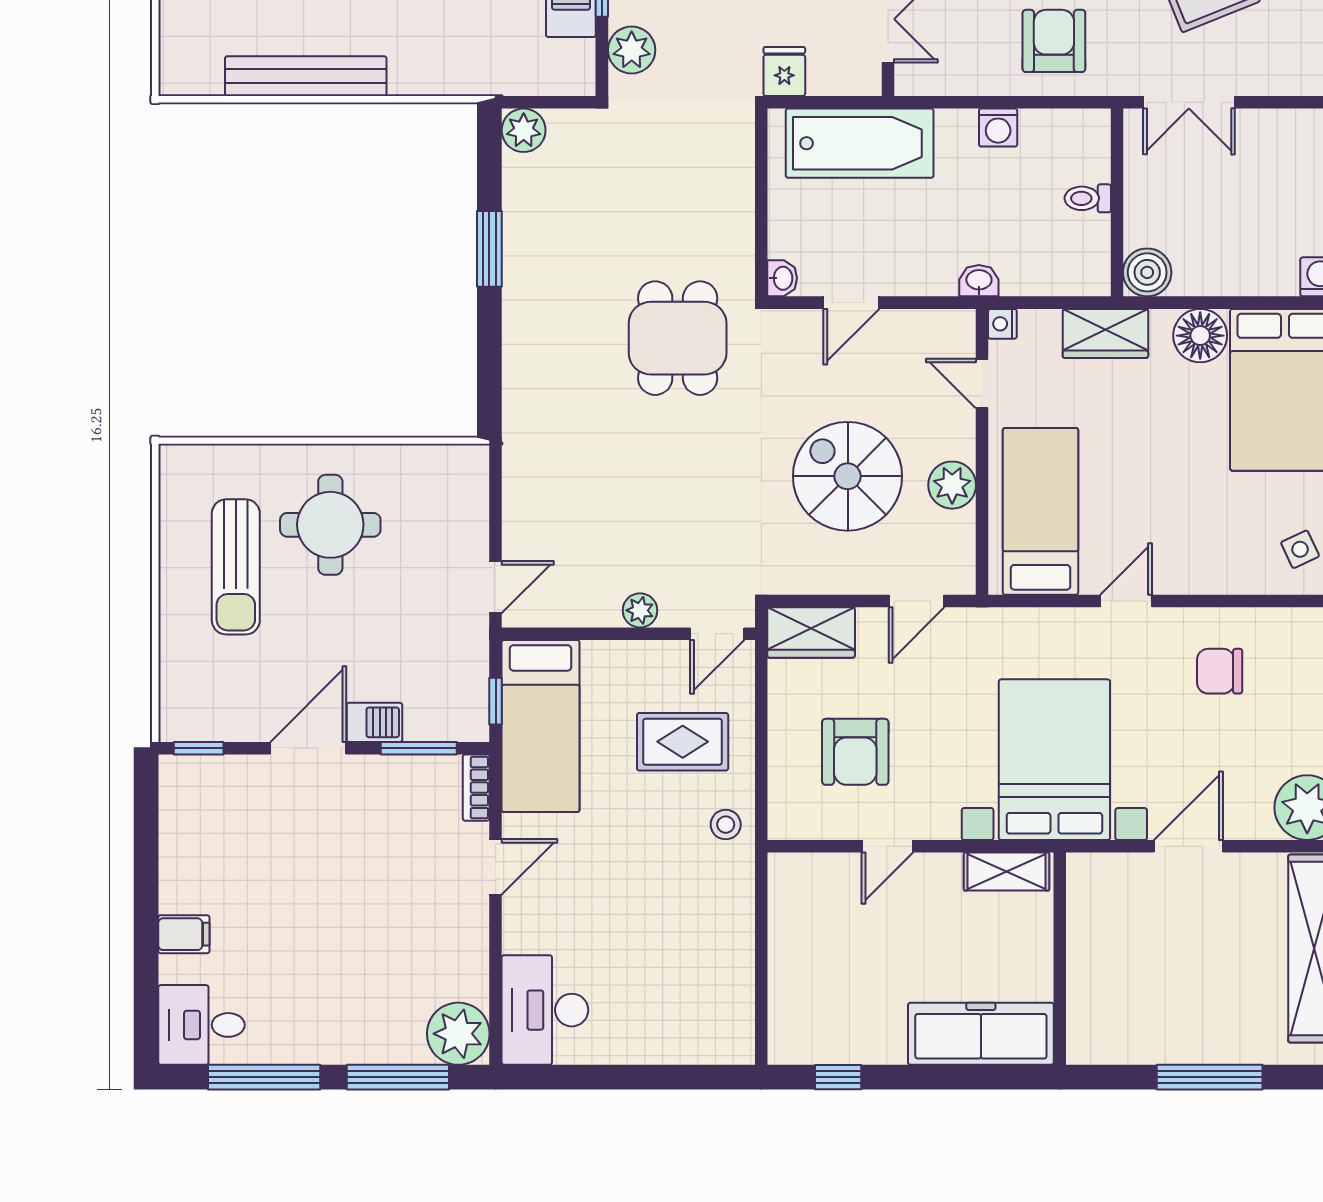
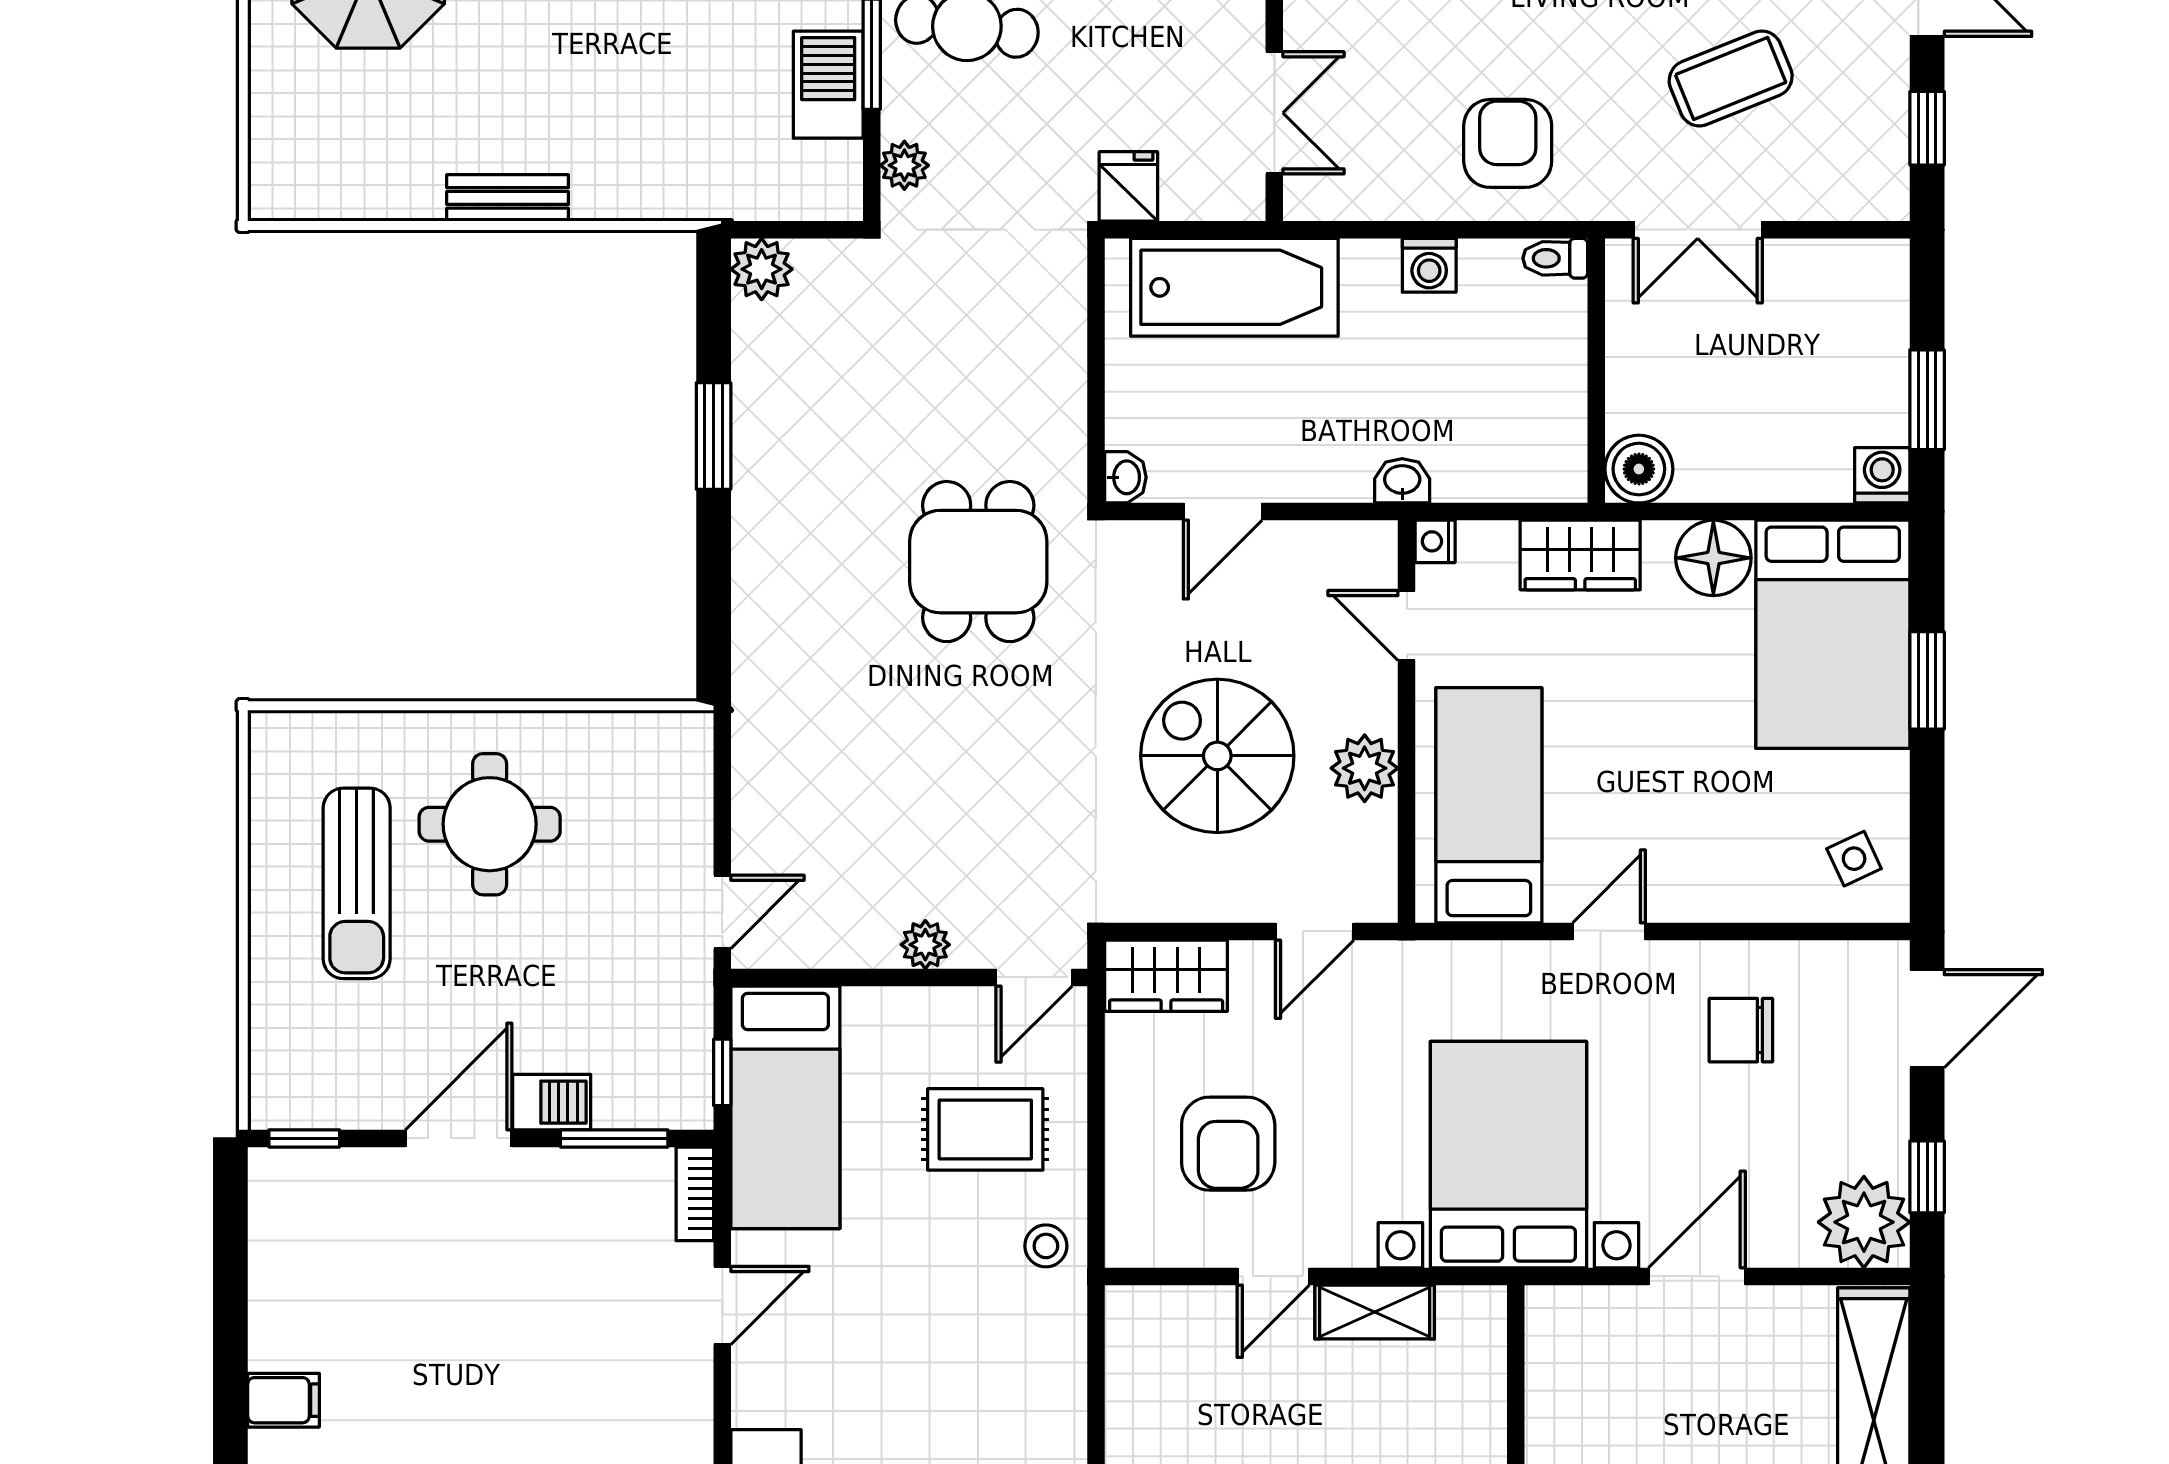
plant: (632, 50) -> (904, 165), width x0.73, depth x0.73
bench: (306, 76) -> (508, 198), width x0.54, depth x0.82
toilet: (1088, 198) -> (1555, 258), moved
shelving: (1007, 872) -> (1375, 1312), moved

